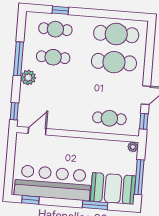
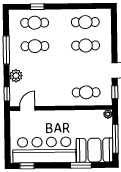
cafe table: (116, 34) -> (85, 22), width x0.73, depth x0.74
cafe table: (114, 62) -> (86, 46), width x0.73, depth x0.74
plant: (28, 77) -> (16, 76), moved

